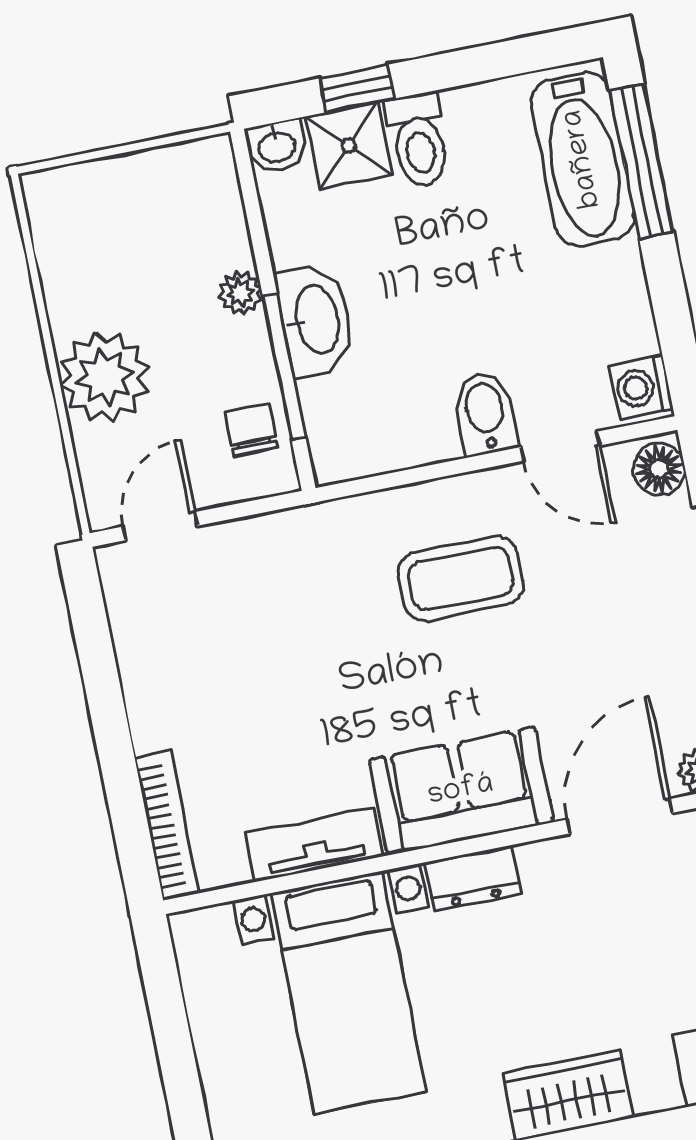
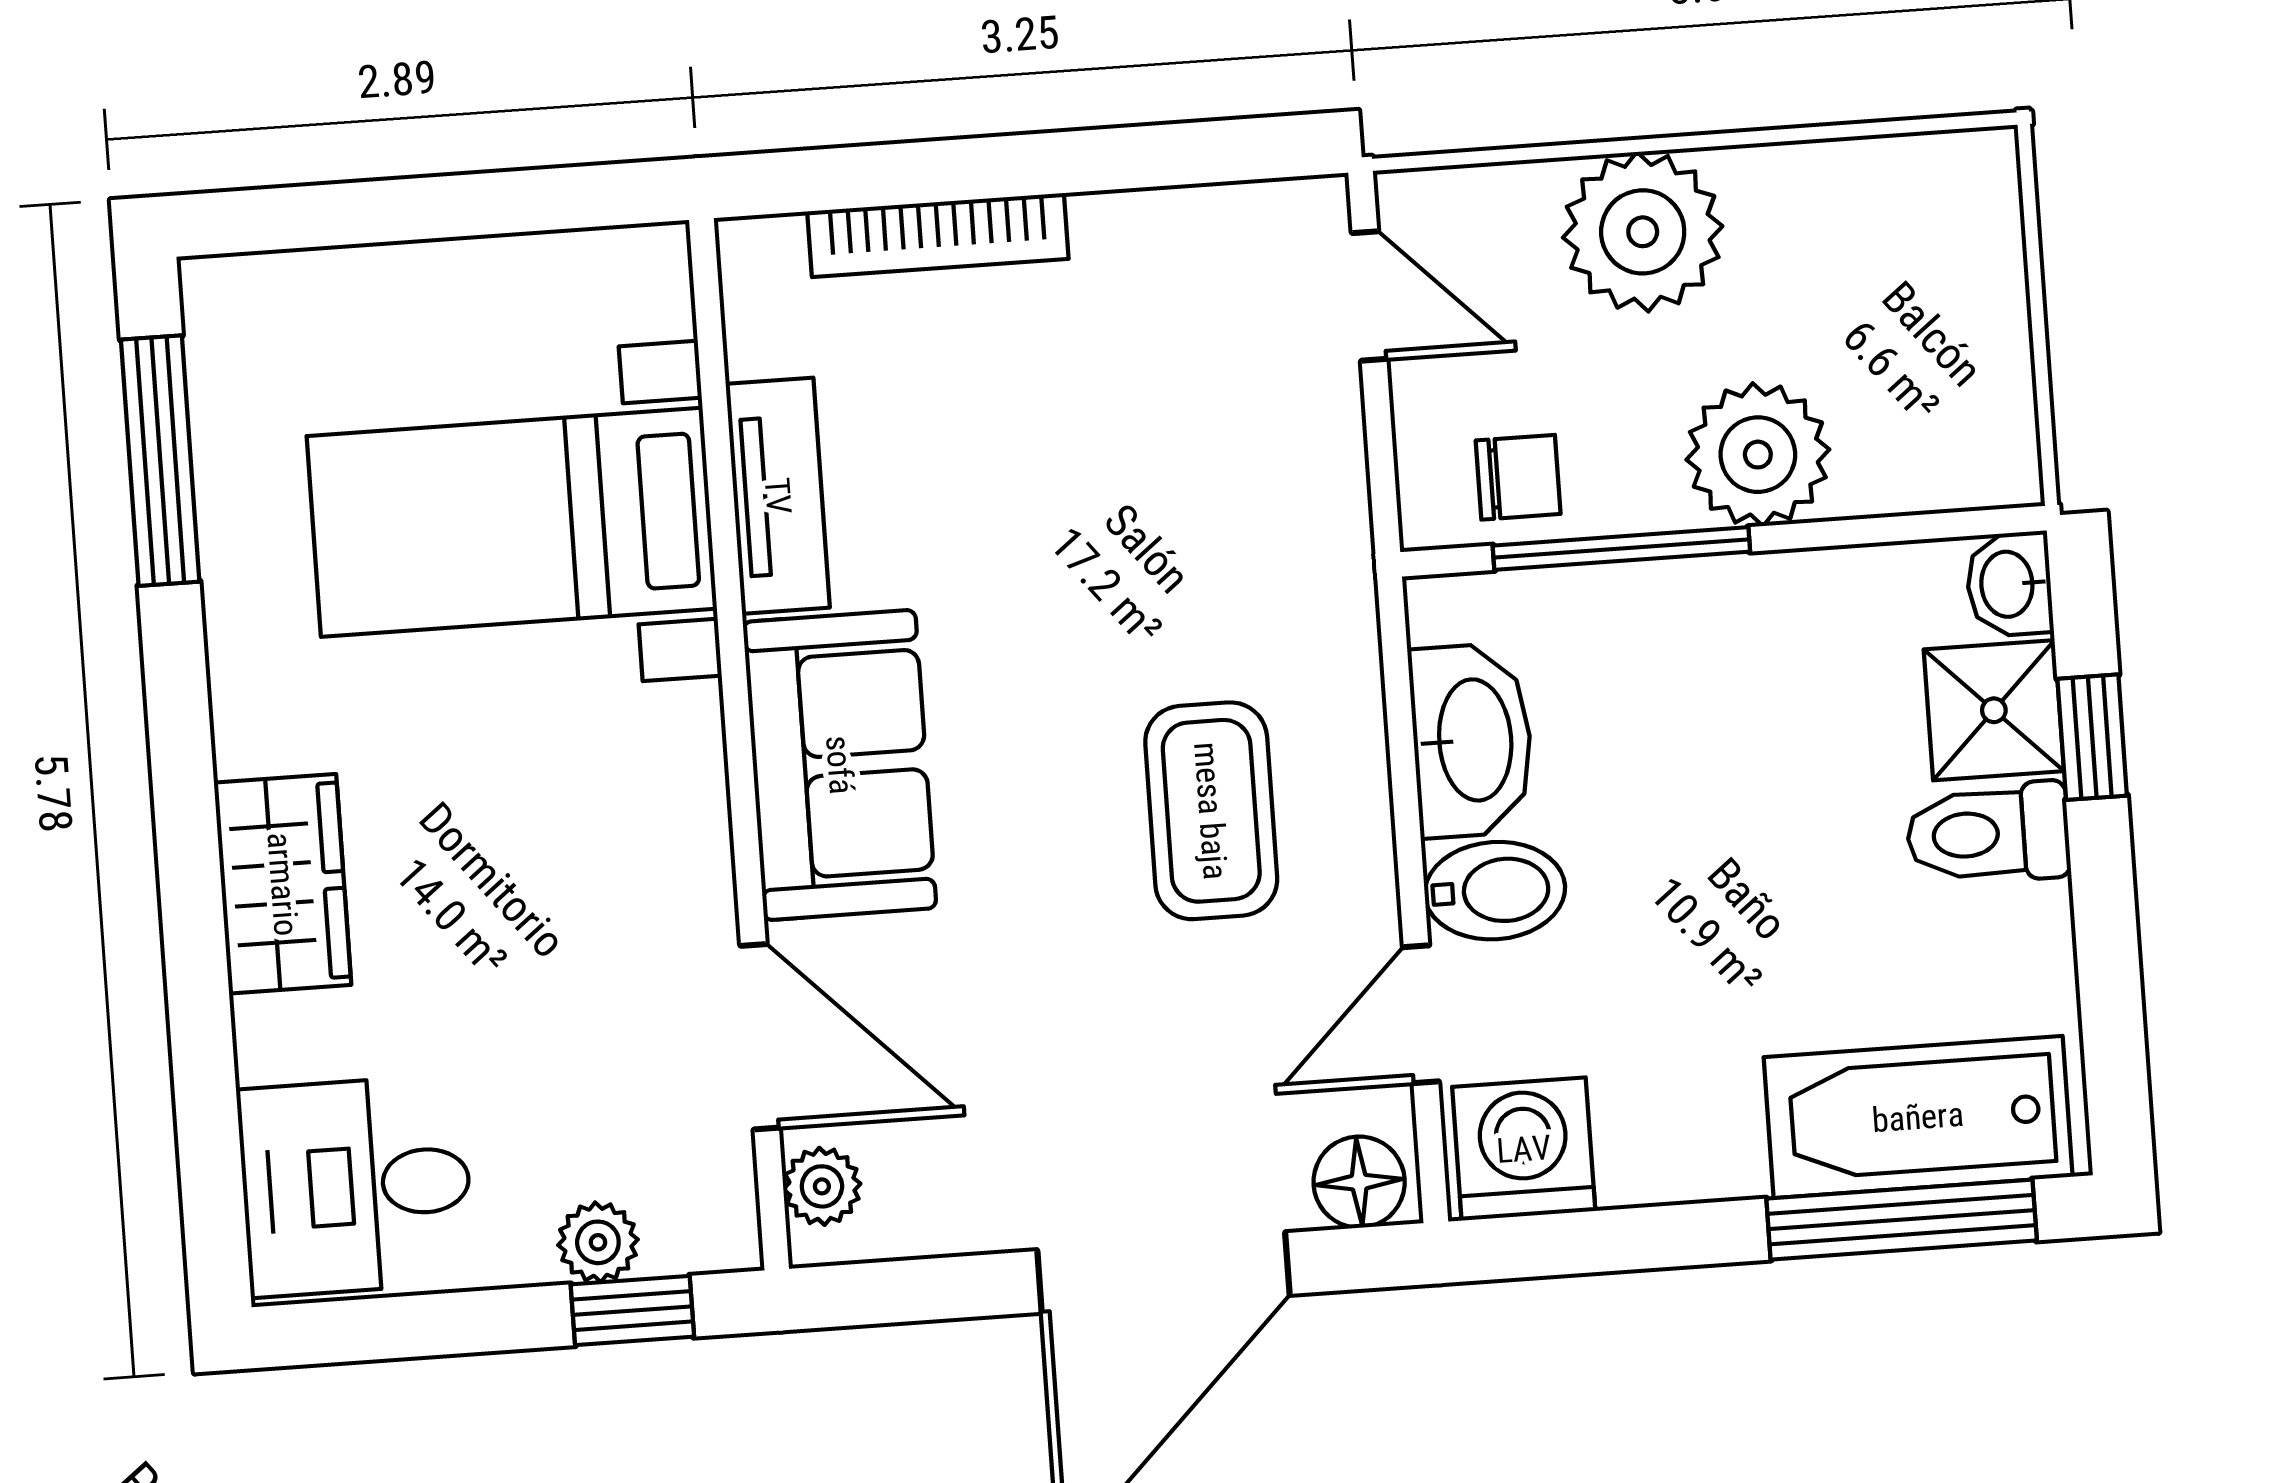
plant: (240, 293) -> (1758, 455), width x1.88, depth x1.88
washbasin: (315, 320) -> (1472, 740), moved, turned -90
washing machine: (641, 387) -> (1524, 1149), width x1.38, depth x1.38
bookcase: (167, 825) -> (938, 235), moved
dresser: (472, 878) -> (684, 765), removed

